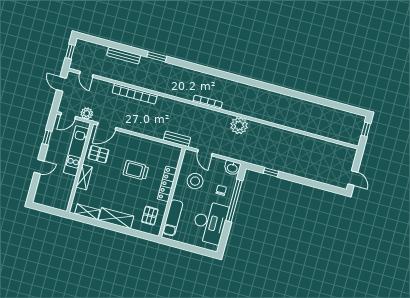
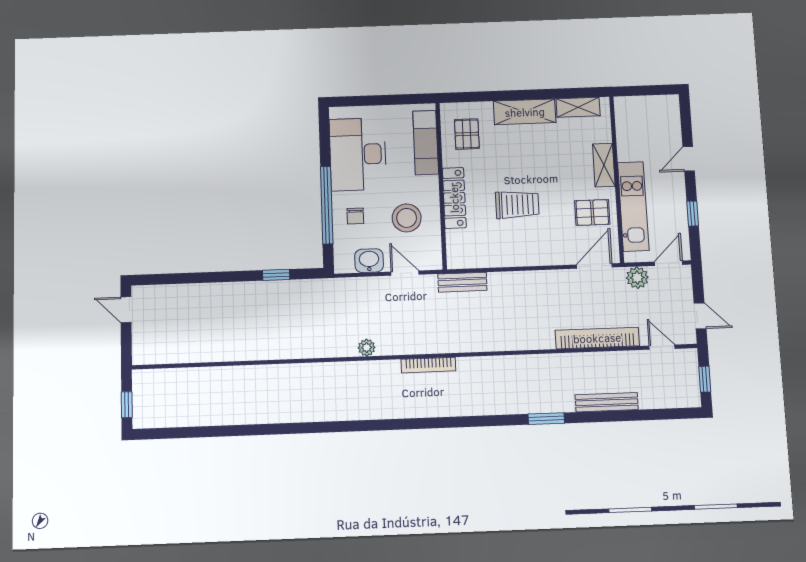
bookcase: (135, 94) -> (597, 338), moved
plant: (239, 126) -> (367, 348), width x0.53, depth x0.53
washbasin: (232, 168) -> (369, 261), moved

